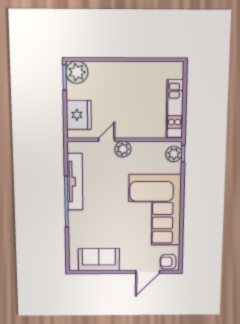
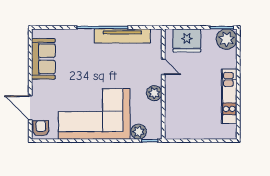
kitchen unit: (175, 109) -> (229, 96), moved, turned -90
plant: (123, 149) -> (154, 93), moved
plant: (174, 154) -> (139, 132), moved

